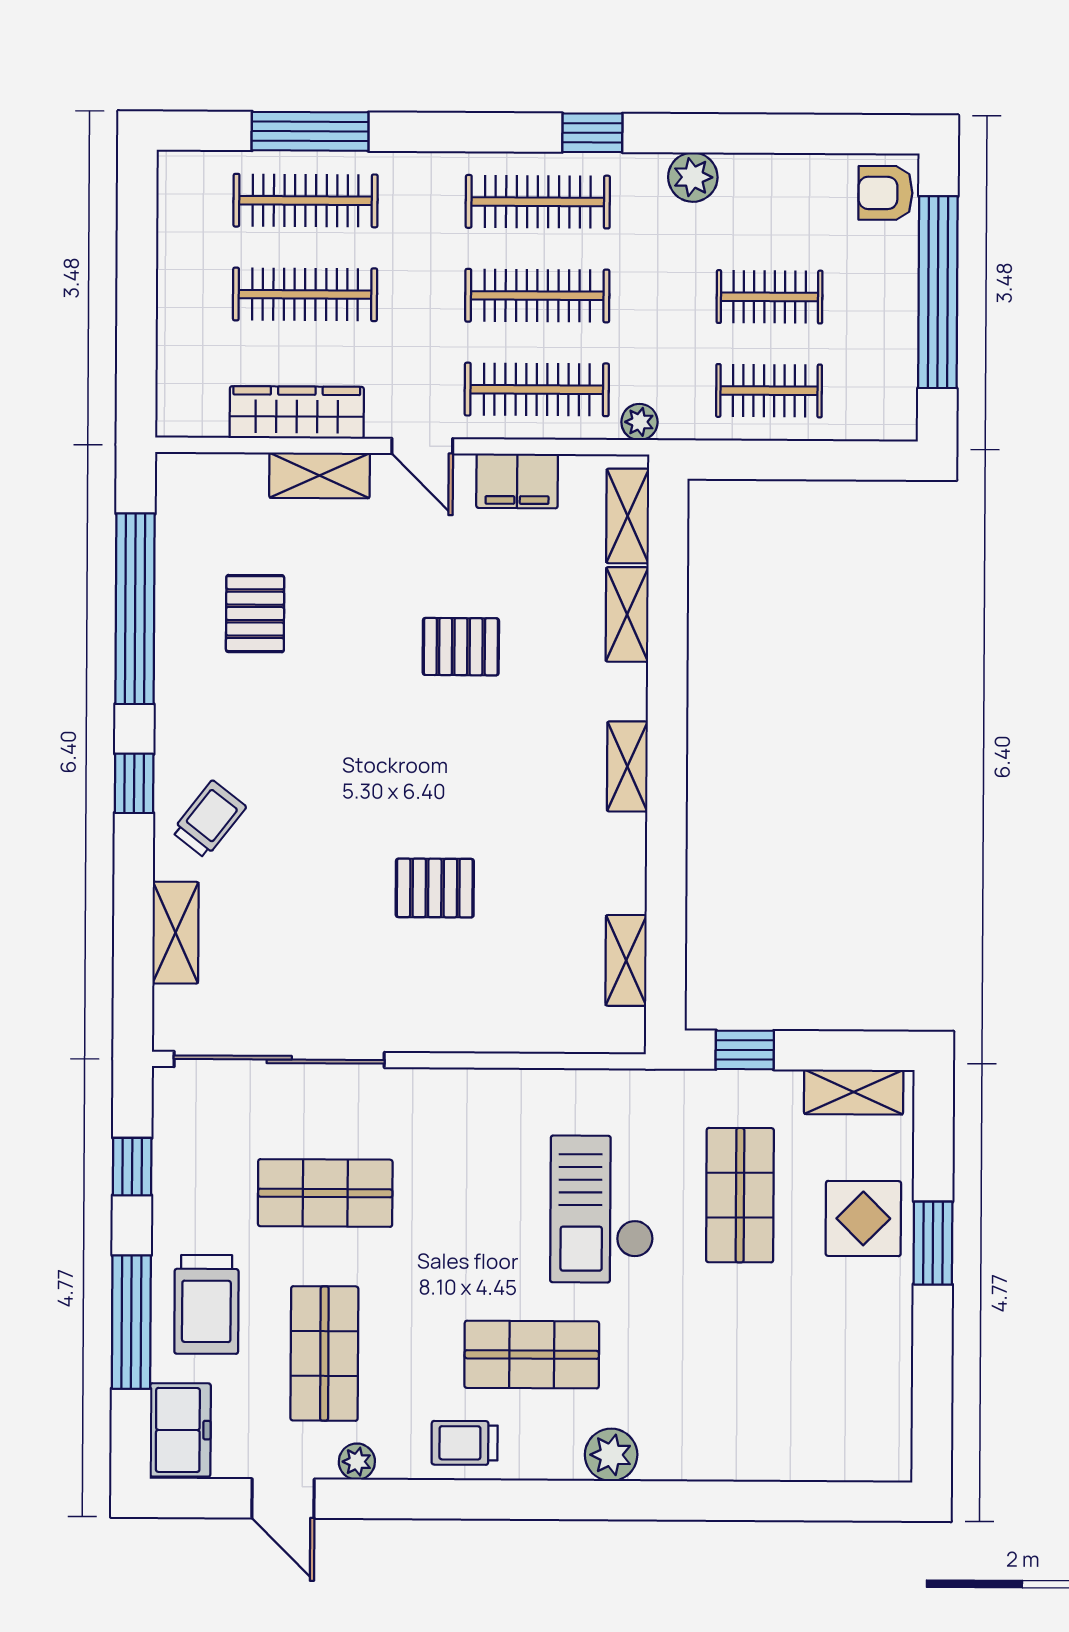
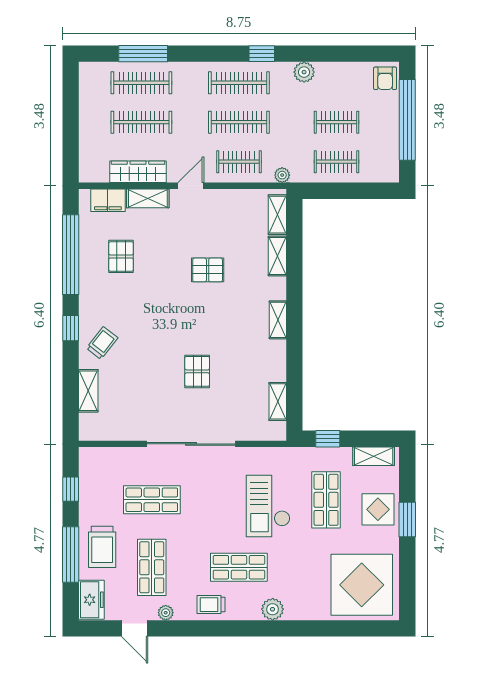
armchair: (885, 193) -> (385, 78), turned -90
clothes rail: (537, 389) -> (239, 162), width x0.73
door: (422, 446) -> (191, 186), swing flipped
filing cabinet: (517, 481) -> (108, 200), moved
pallet: (435, 888) -> (197, 371), turned 90
sliding door: (279, 1059) -> (191, 444), moved
display table: (824, 1398) -> (362, 585), added

